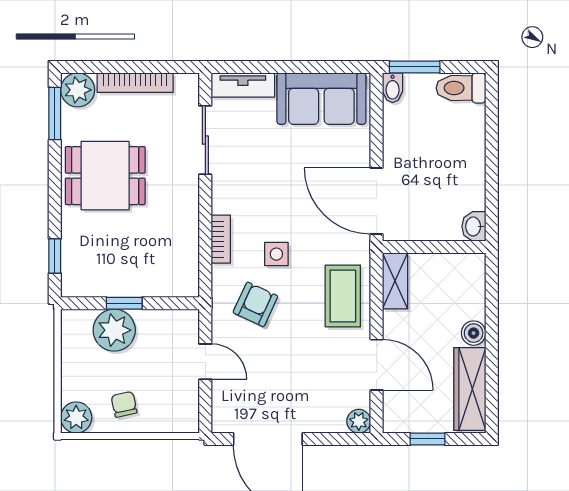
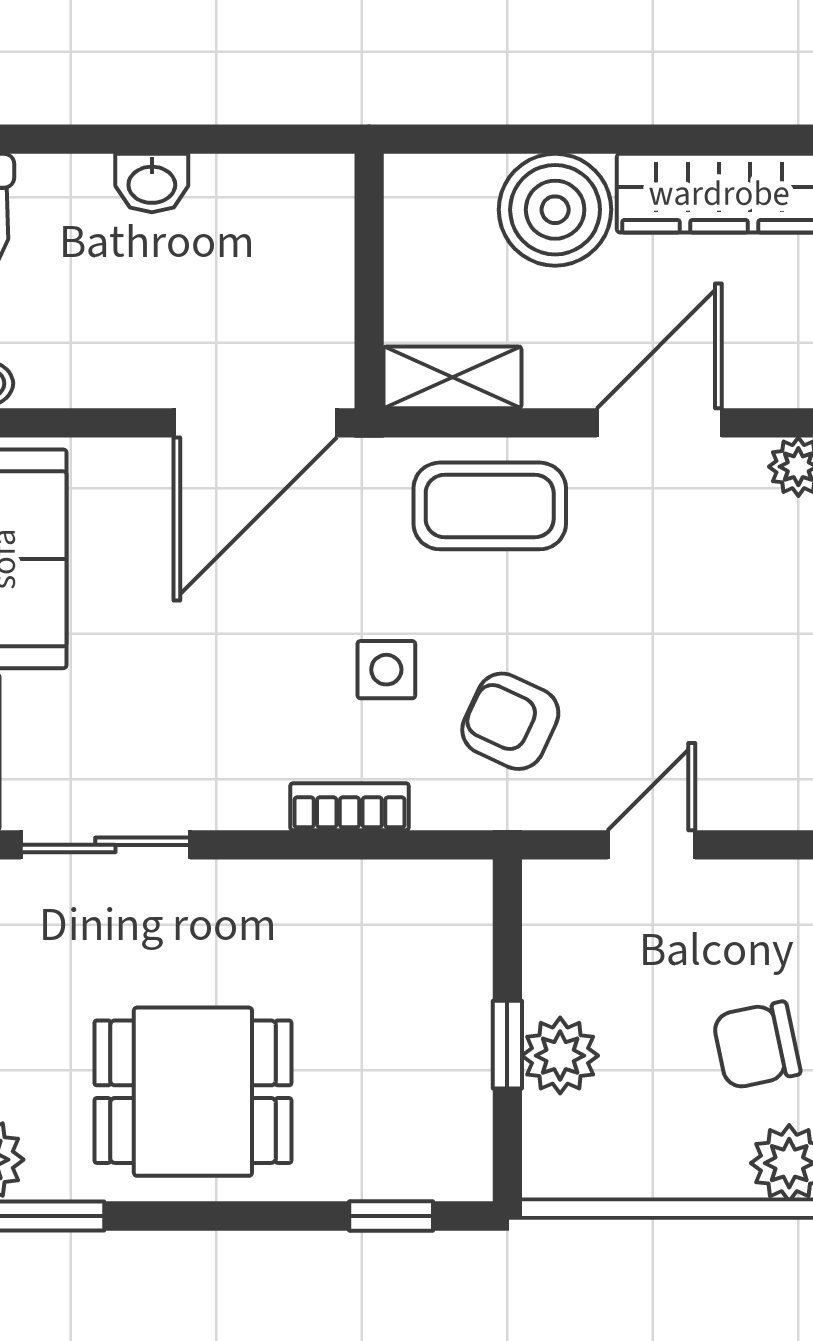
dining table: (105, 176) -> (193, 1092), turned 90
washbasin: (474, 226) -> (152, 183), moved
plant: (114, 330) -> (560, 1056), width x0.73, depth x0.73
boiler: (474, 333) -> (555, 210), width x1.86, depth x1.86
chair: (124, 404) -> (757, 1045), width x1.37, depth x1.37

